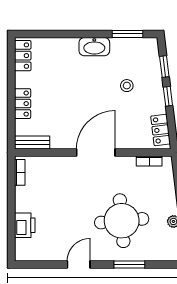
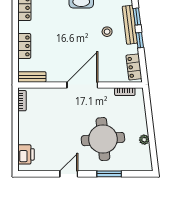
bench: (155, 77) -> (130, 25), added
printer: (25, 225) -> (26, 154), moved

